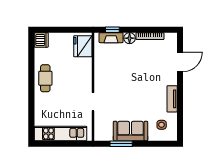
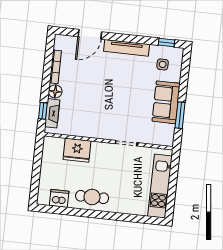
dishwasher: (41, 40) -> (59, 198), moved
fridge: (83, 46) -> (77, 150), moved
door: (180, 62) -> (90, 34), swing flipped
tv unit: (172, 99) -> (127, 48), width x1.41
window: (180, 126) -> (166, 43), added

